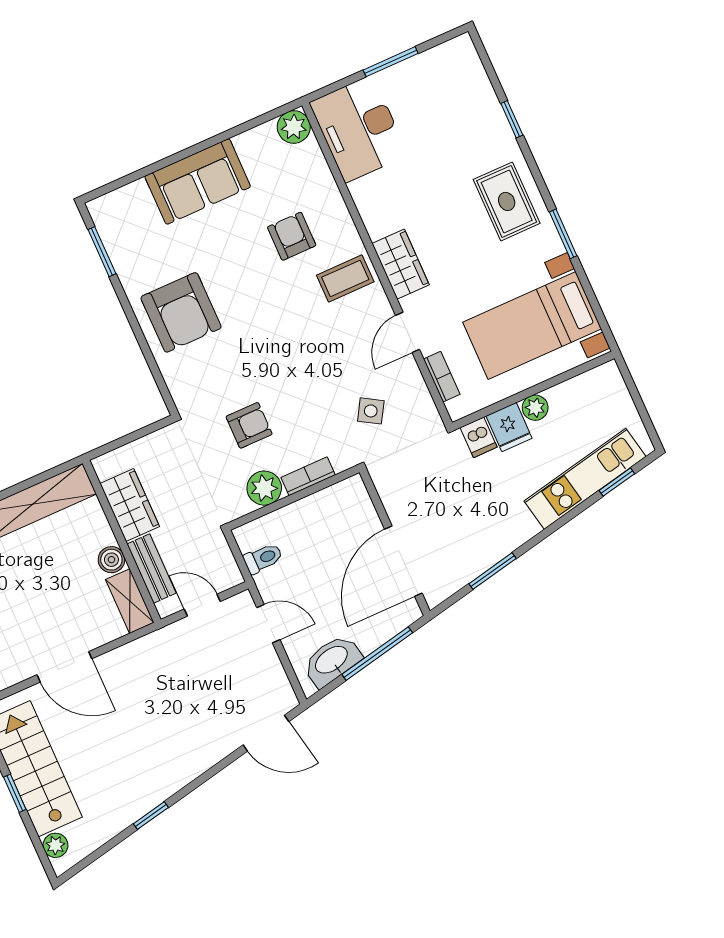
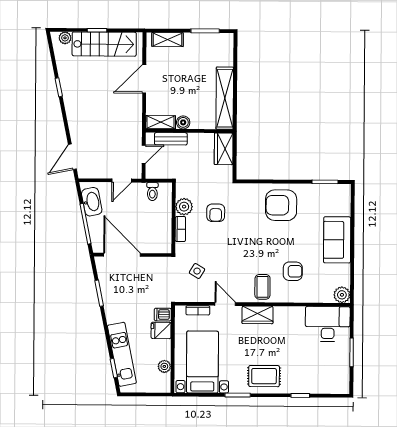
plant: (535, 408) -> (164, 366), moved
wardrobe: (130, 505) -> (224, 149), moved, turned 90

